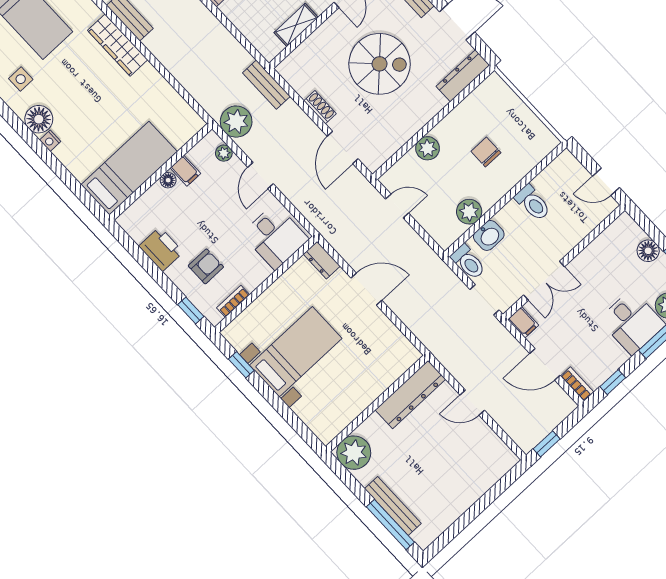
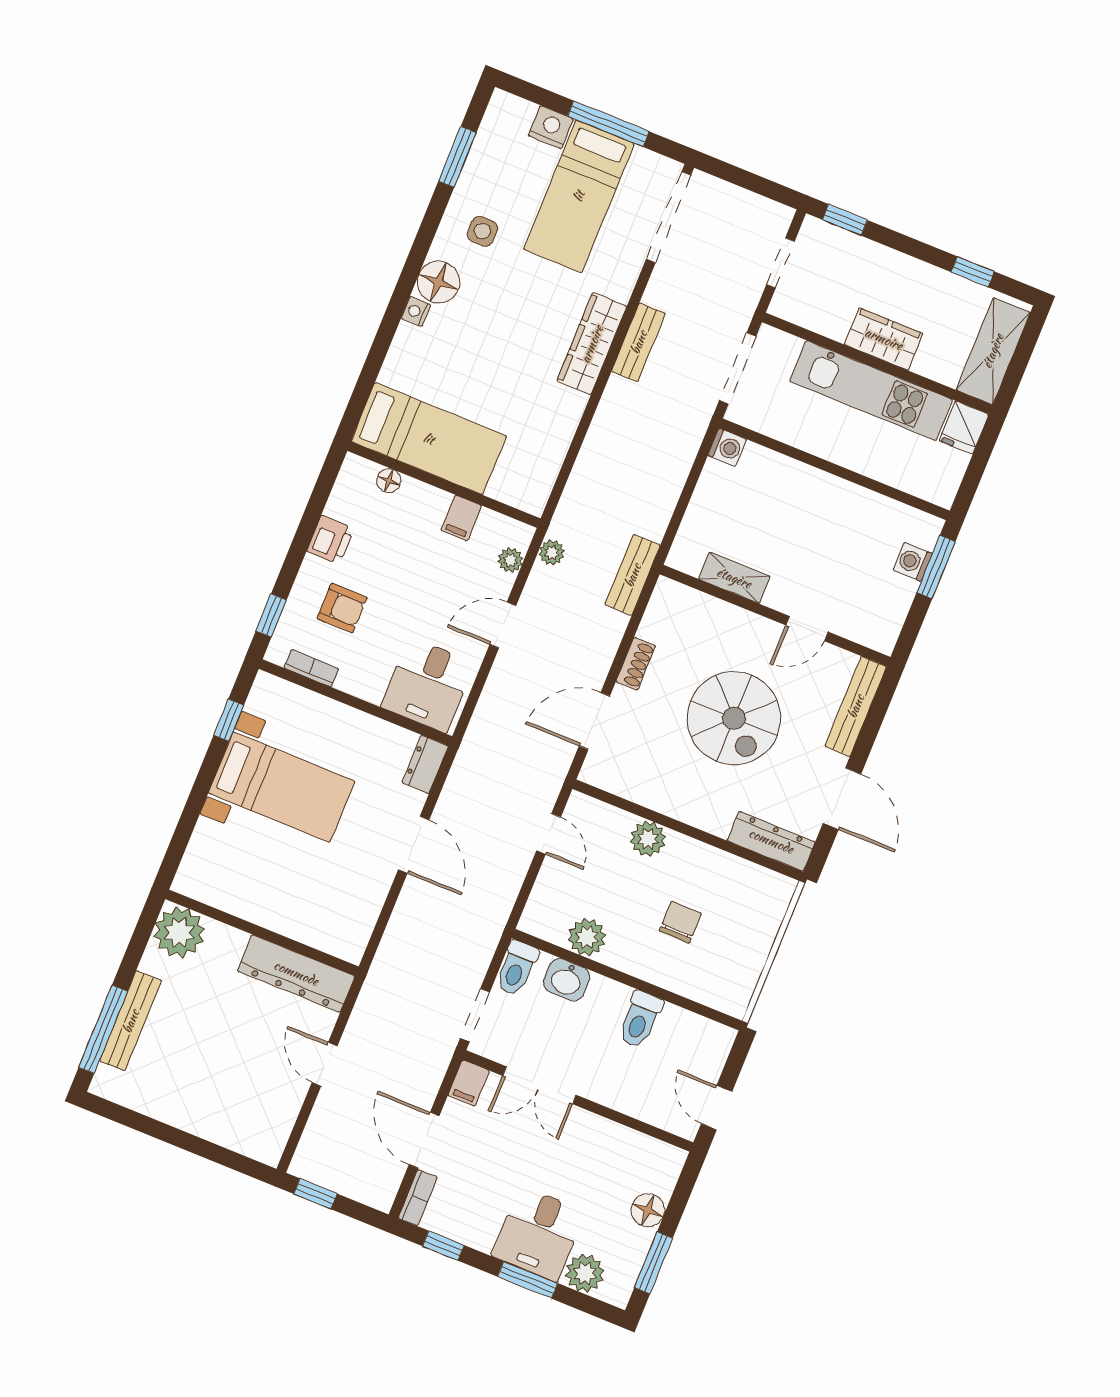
plant: (236, 122) -> (552, 553), width x0.53, depth x0.53
floor lamp: (168, 180) -> (389, 481), moved
printer: (161, 249) -> (330, 540), width x0.73, depth x0.81

